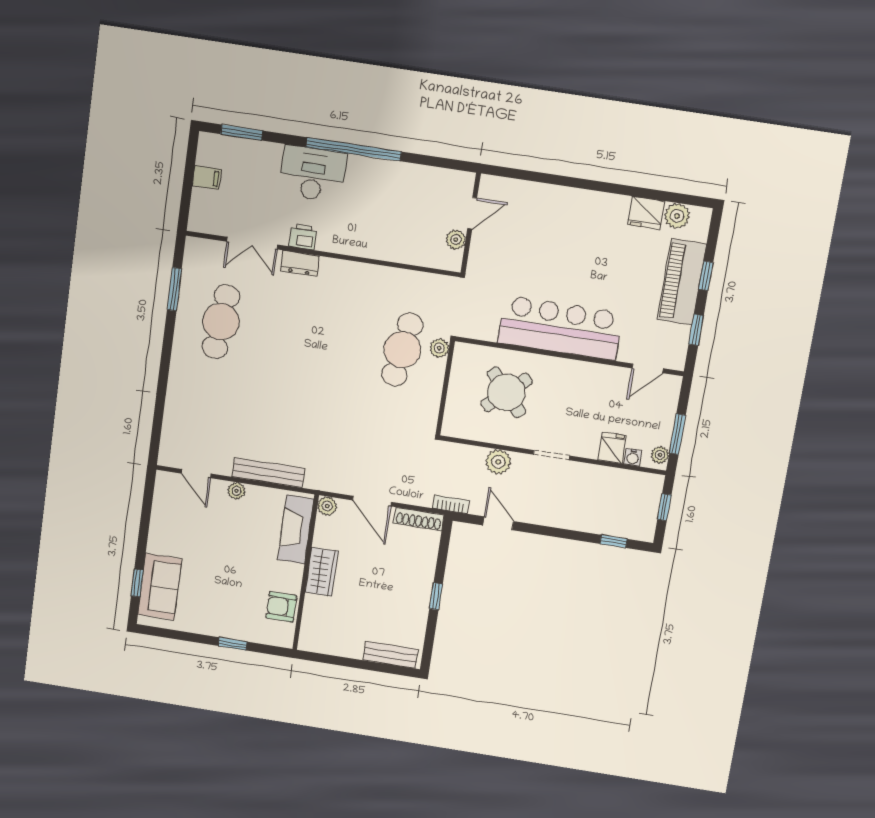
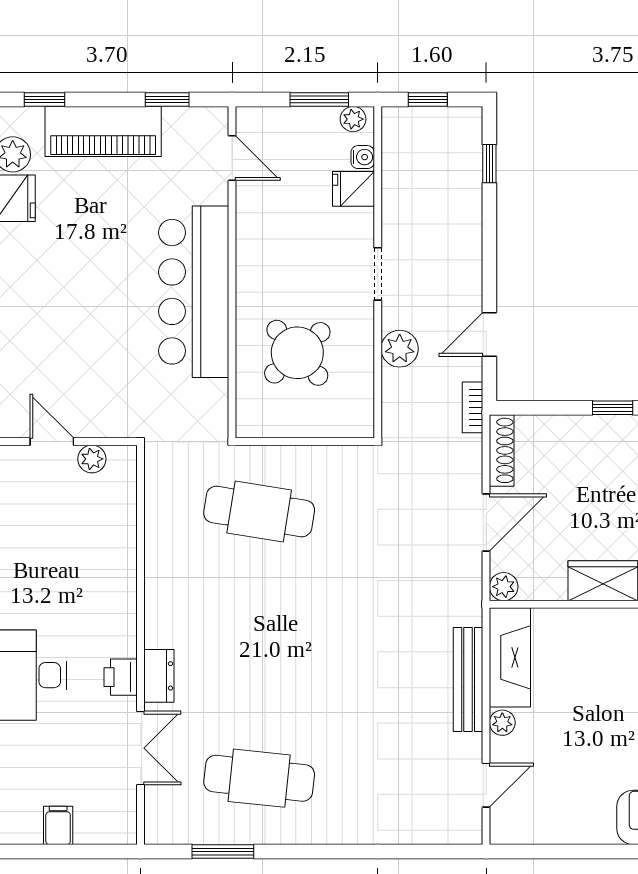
window: (706, 276) -> (45, 100), moved
plant: (439, 348) -> (249, 459), removed
fireplace: (296, 529) -> (510, 657), moved, turned -90

